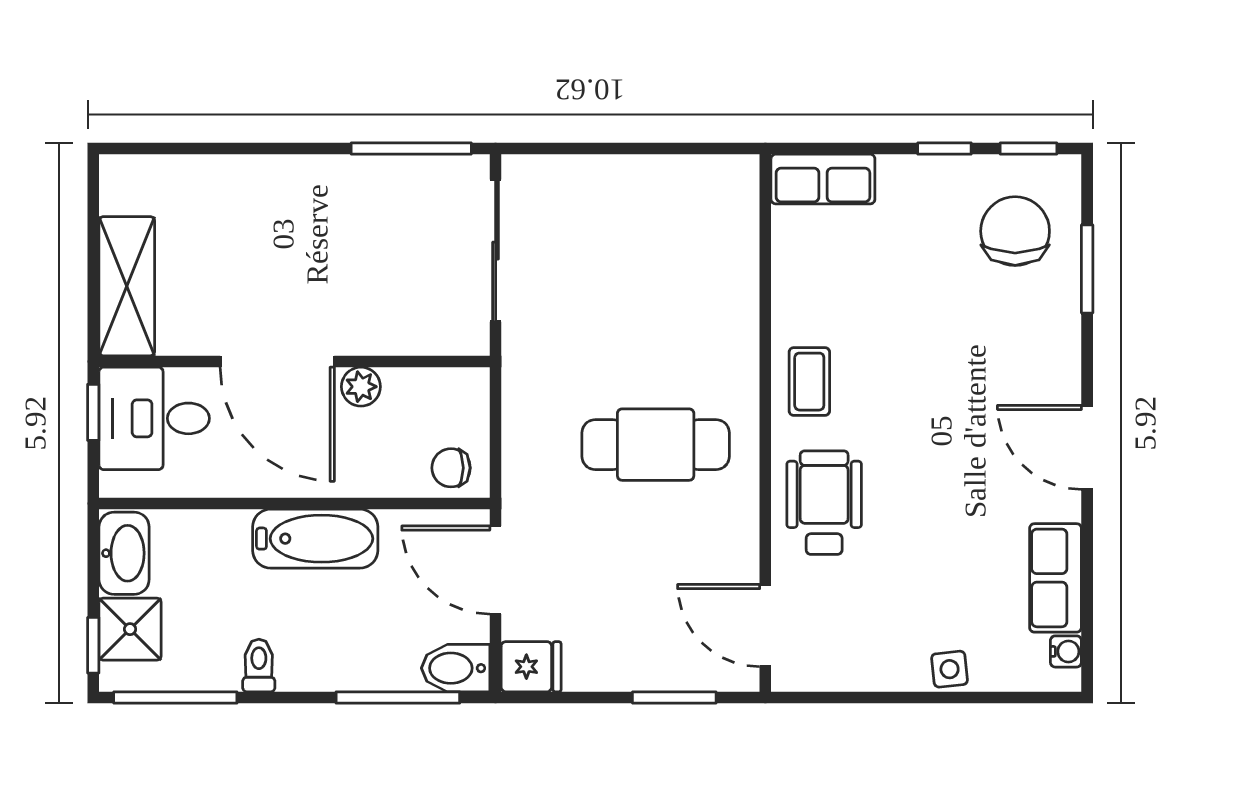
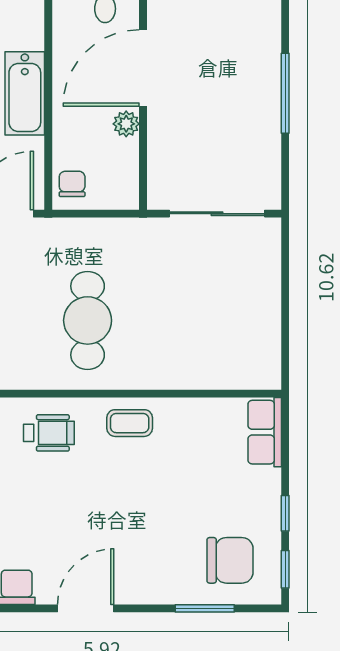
window: (411, 149) -> (285, 93), moved
wheelchair: (824, 503) -> (49, 433), width x0.73, depth x0.73

